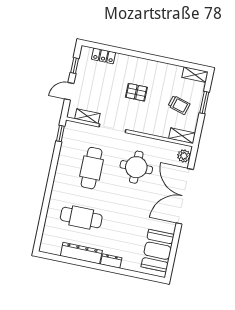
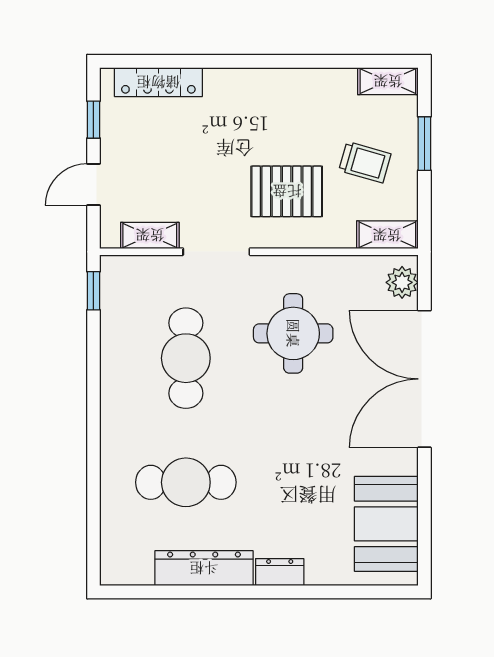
locker: (104, 56) -> (158, 82), width x1.53
pallet: (136, 92) -> (287, 191), moved, width x1.50, depth x1.42

